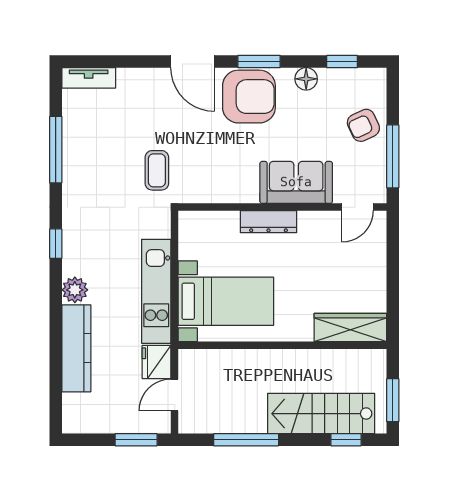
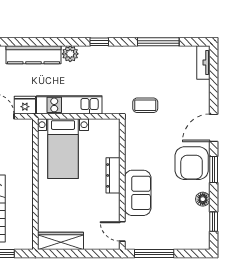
armchair: (363, 125) -> (174, 235), removed
wardrobe: (350, 328) -> (61, 241), moved, turned -90

